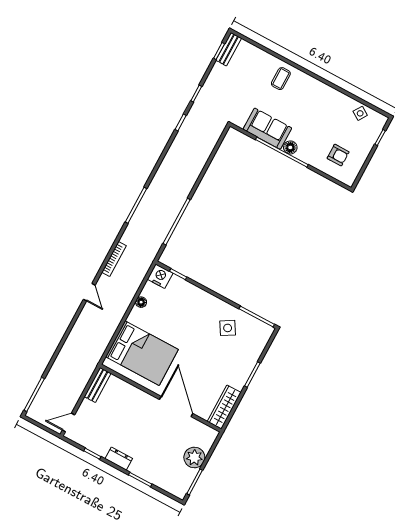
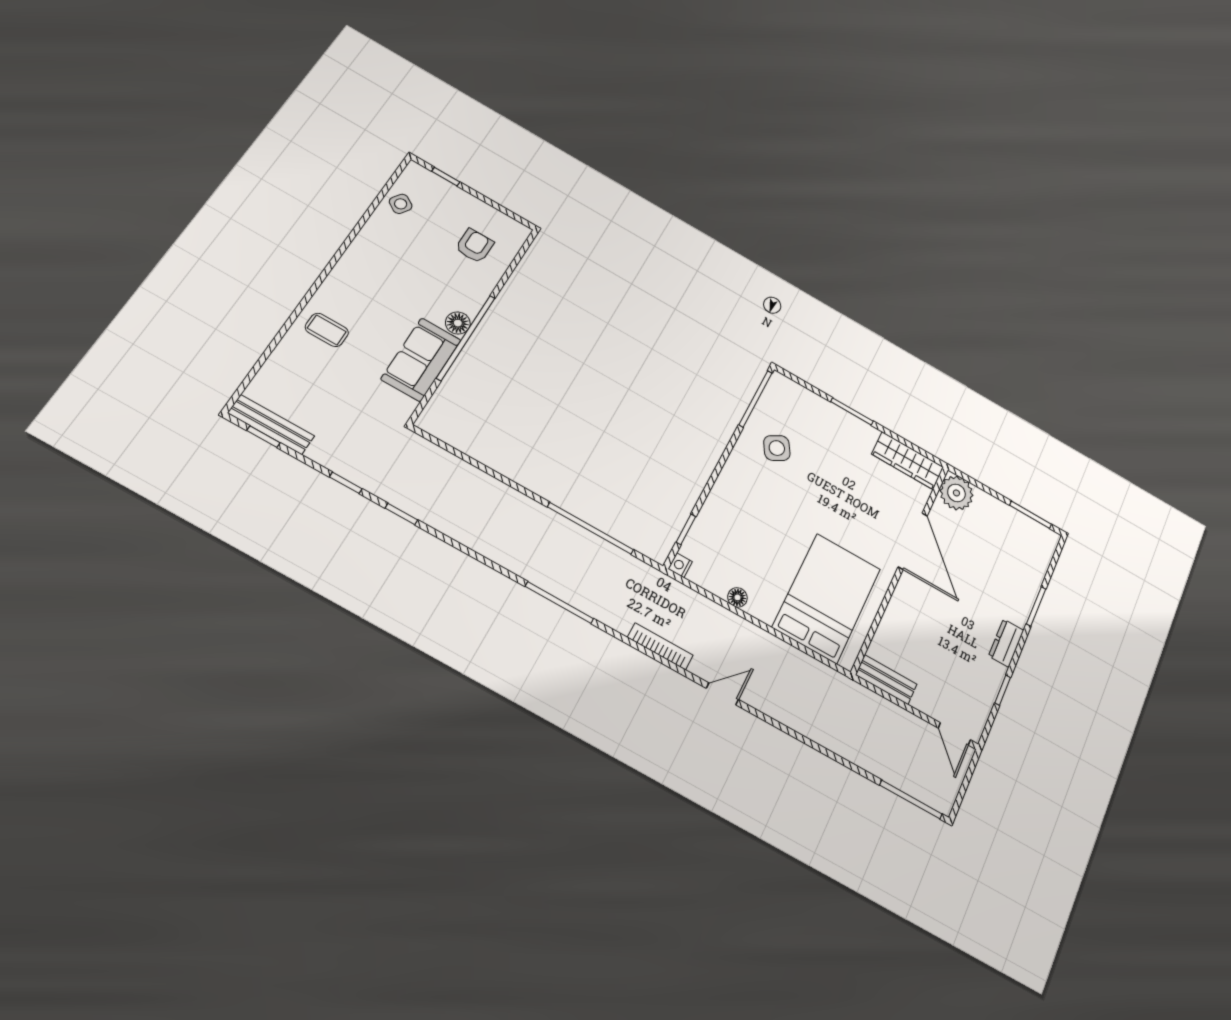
bench: (229, 49) -> (271, 425), width x1.36
nightstand: (160, 276) -> (680, 565), width x0.53, depth x0.56
door: (176, 407) -> (913, 541), swing flipped
plant: (194, 457) -> (956, 493), moved

